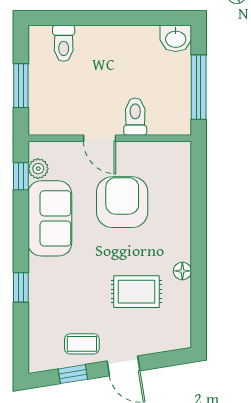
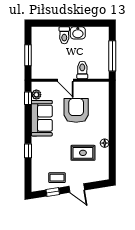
washbasin: (176, 38) -> (78, 33), moved
toilet: (64, 43) -> (64, 35), moved

